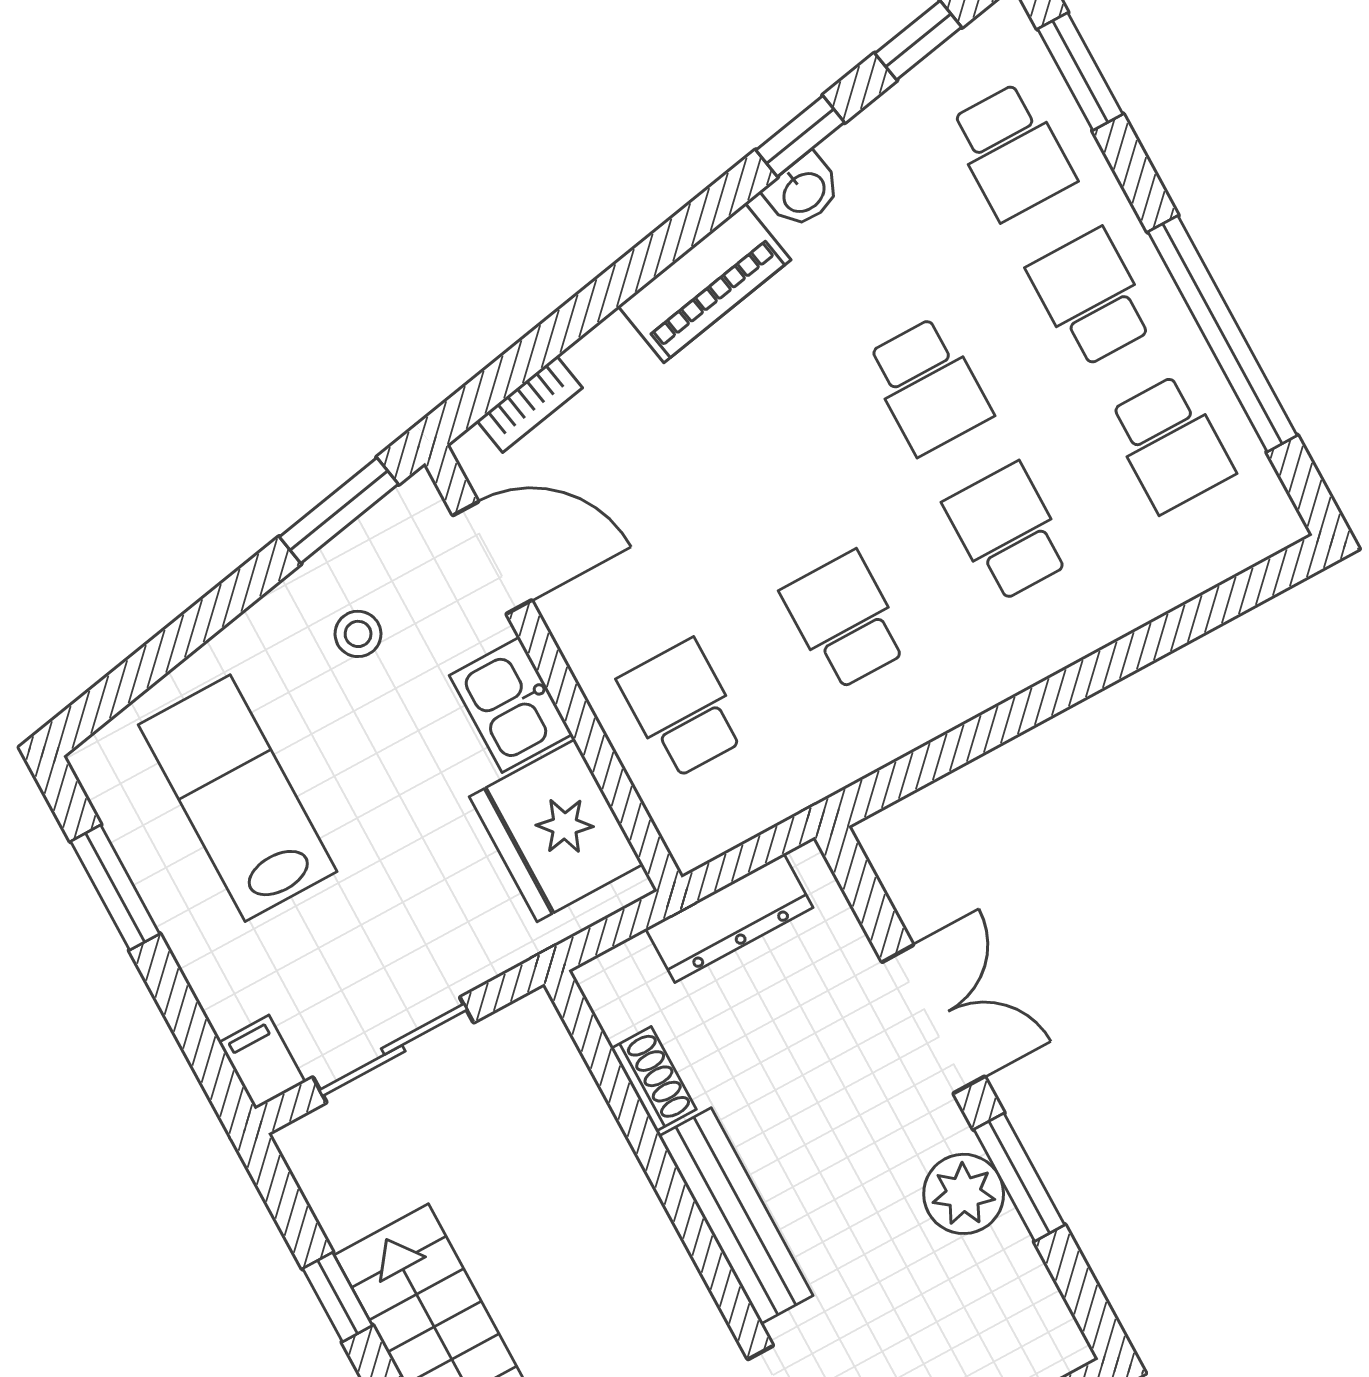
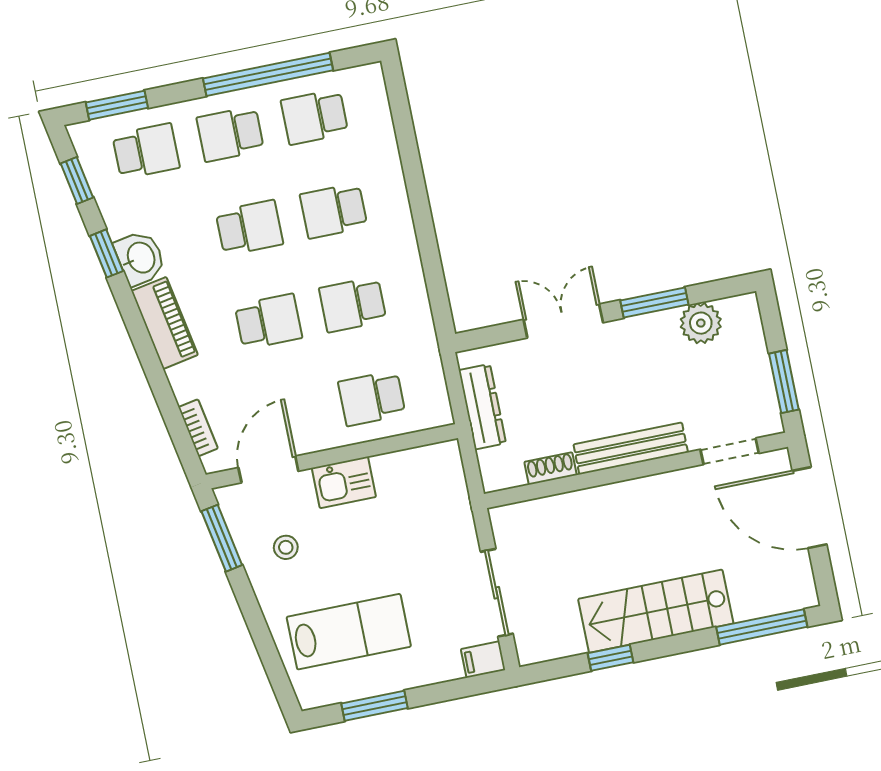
washbasin: (803, 191) -> (140, 258), width x1.38, depth x1.45
school desk: (1170, 444) -> (315, 117), turned 180
school desk: (766, 474) -> (268, 322), added
lab bench: (238, 798) -> (349, 632), turned 180
fridge: (556, 830) -> (413, 479), removed
plant: (964, 1194) -> (701, 323), moved

